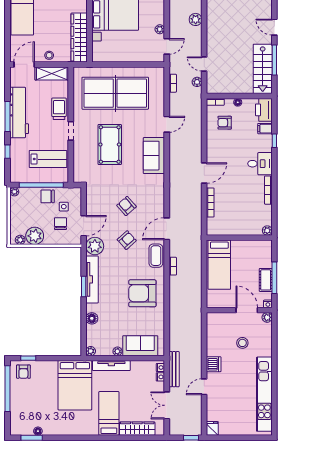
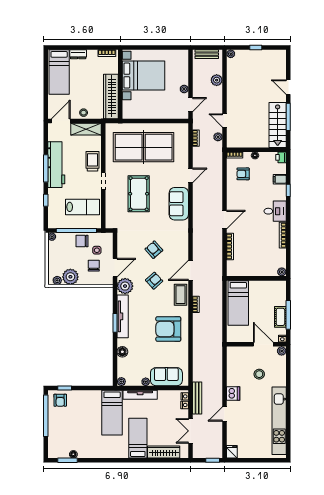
printer: (264, 110) -> (281, 157), width x0.53, depth x0.68
bed: (75, 385) -> (112, 413), width x0.67

